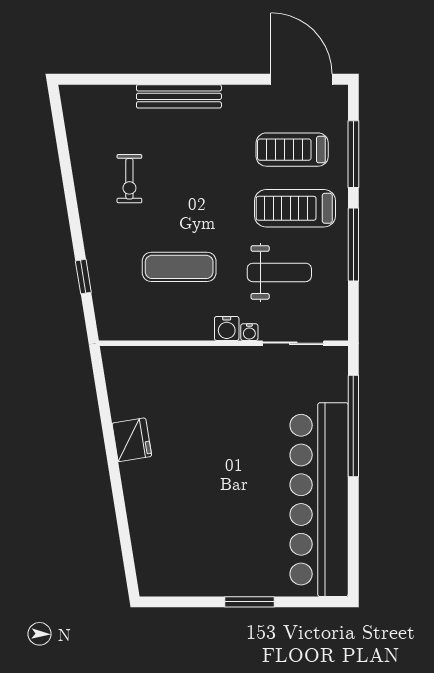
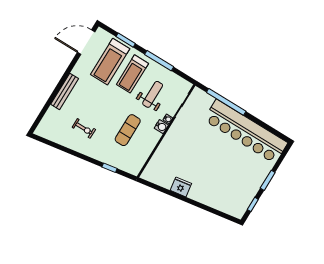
treadmill: (292, 150) -> (110, 62), width x1.37, depth x1.37
window: (353, 154) -> (126, 40), width x0.69
window: (184, 602) -> (253, 204), added

